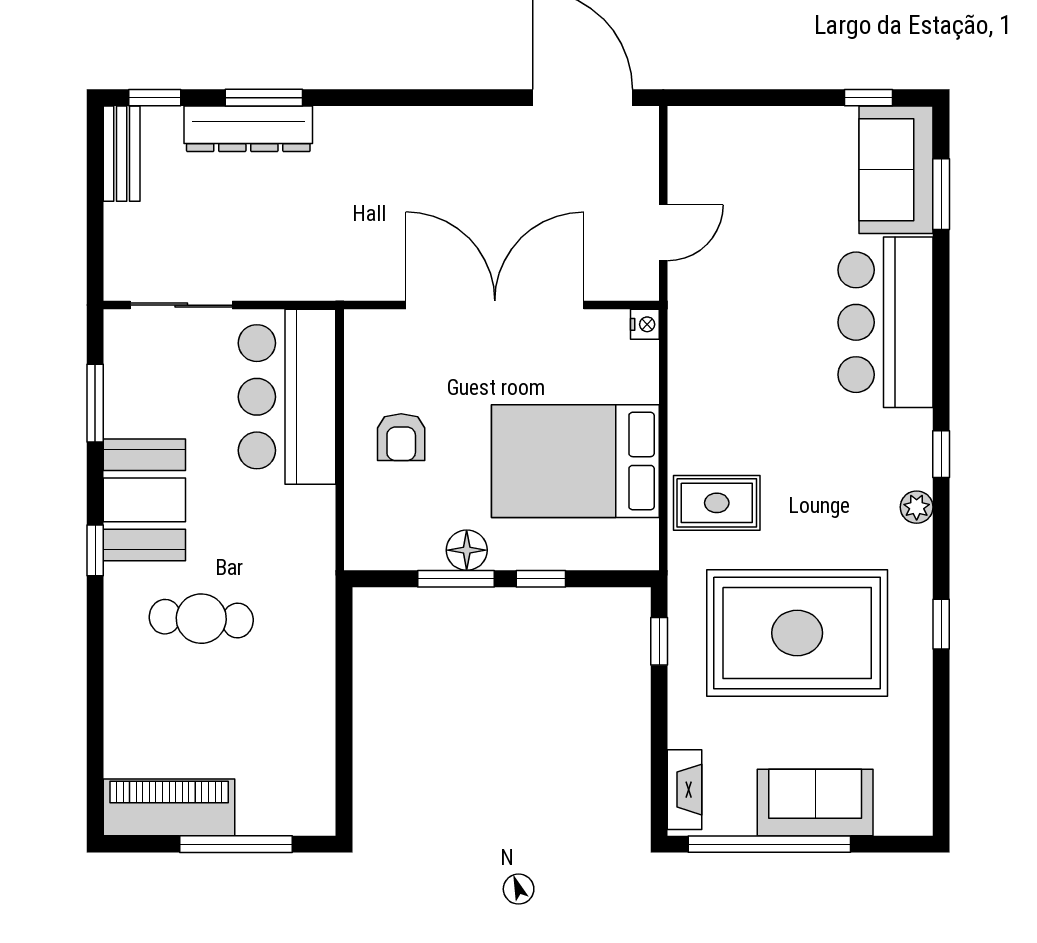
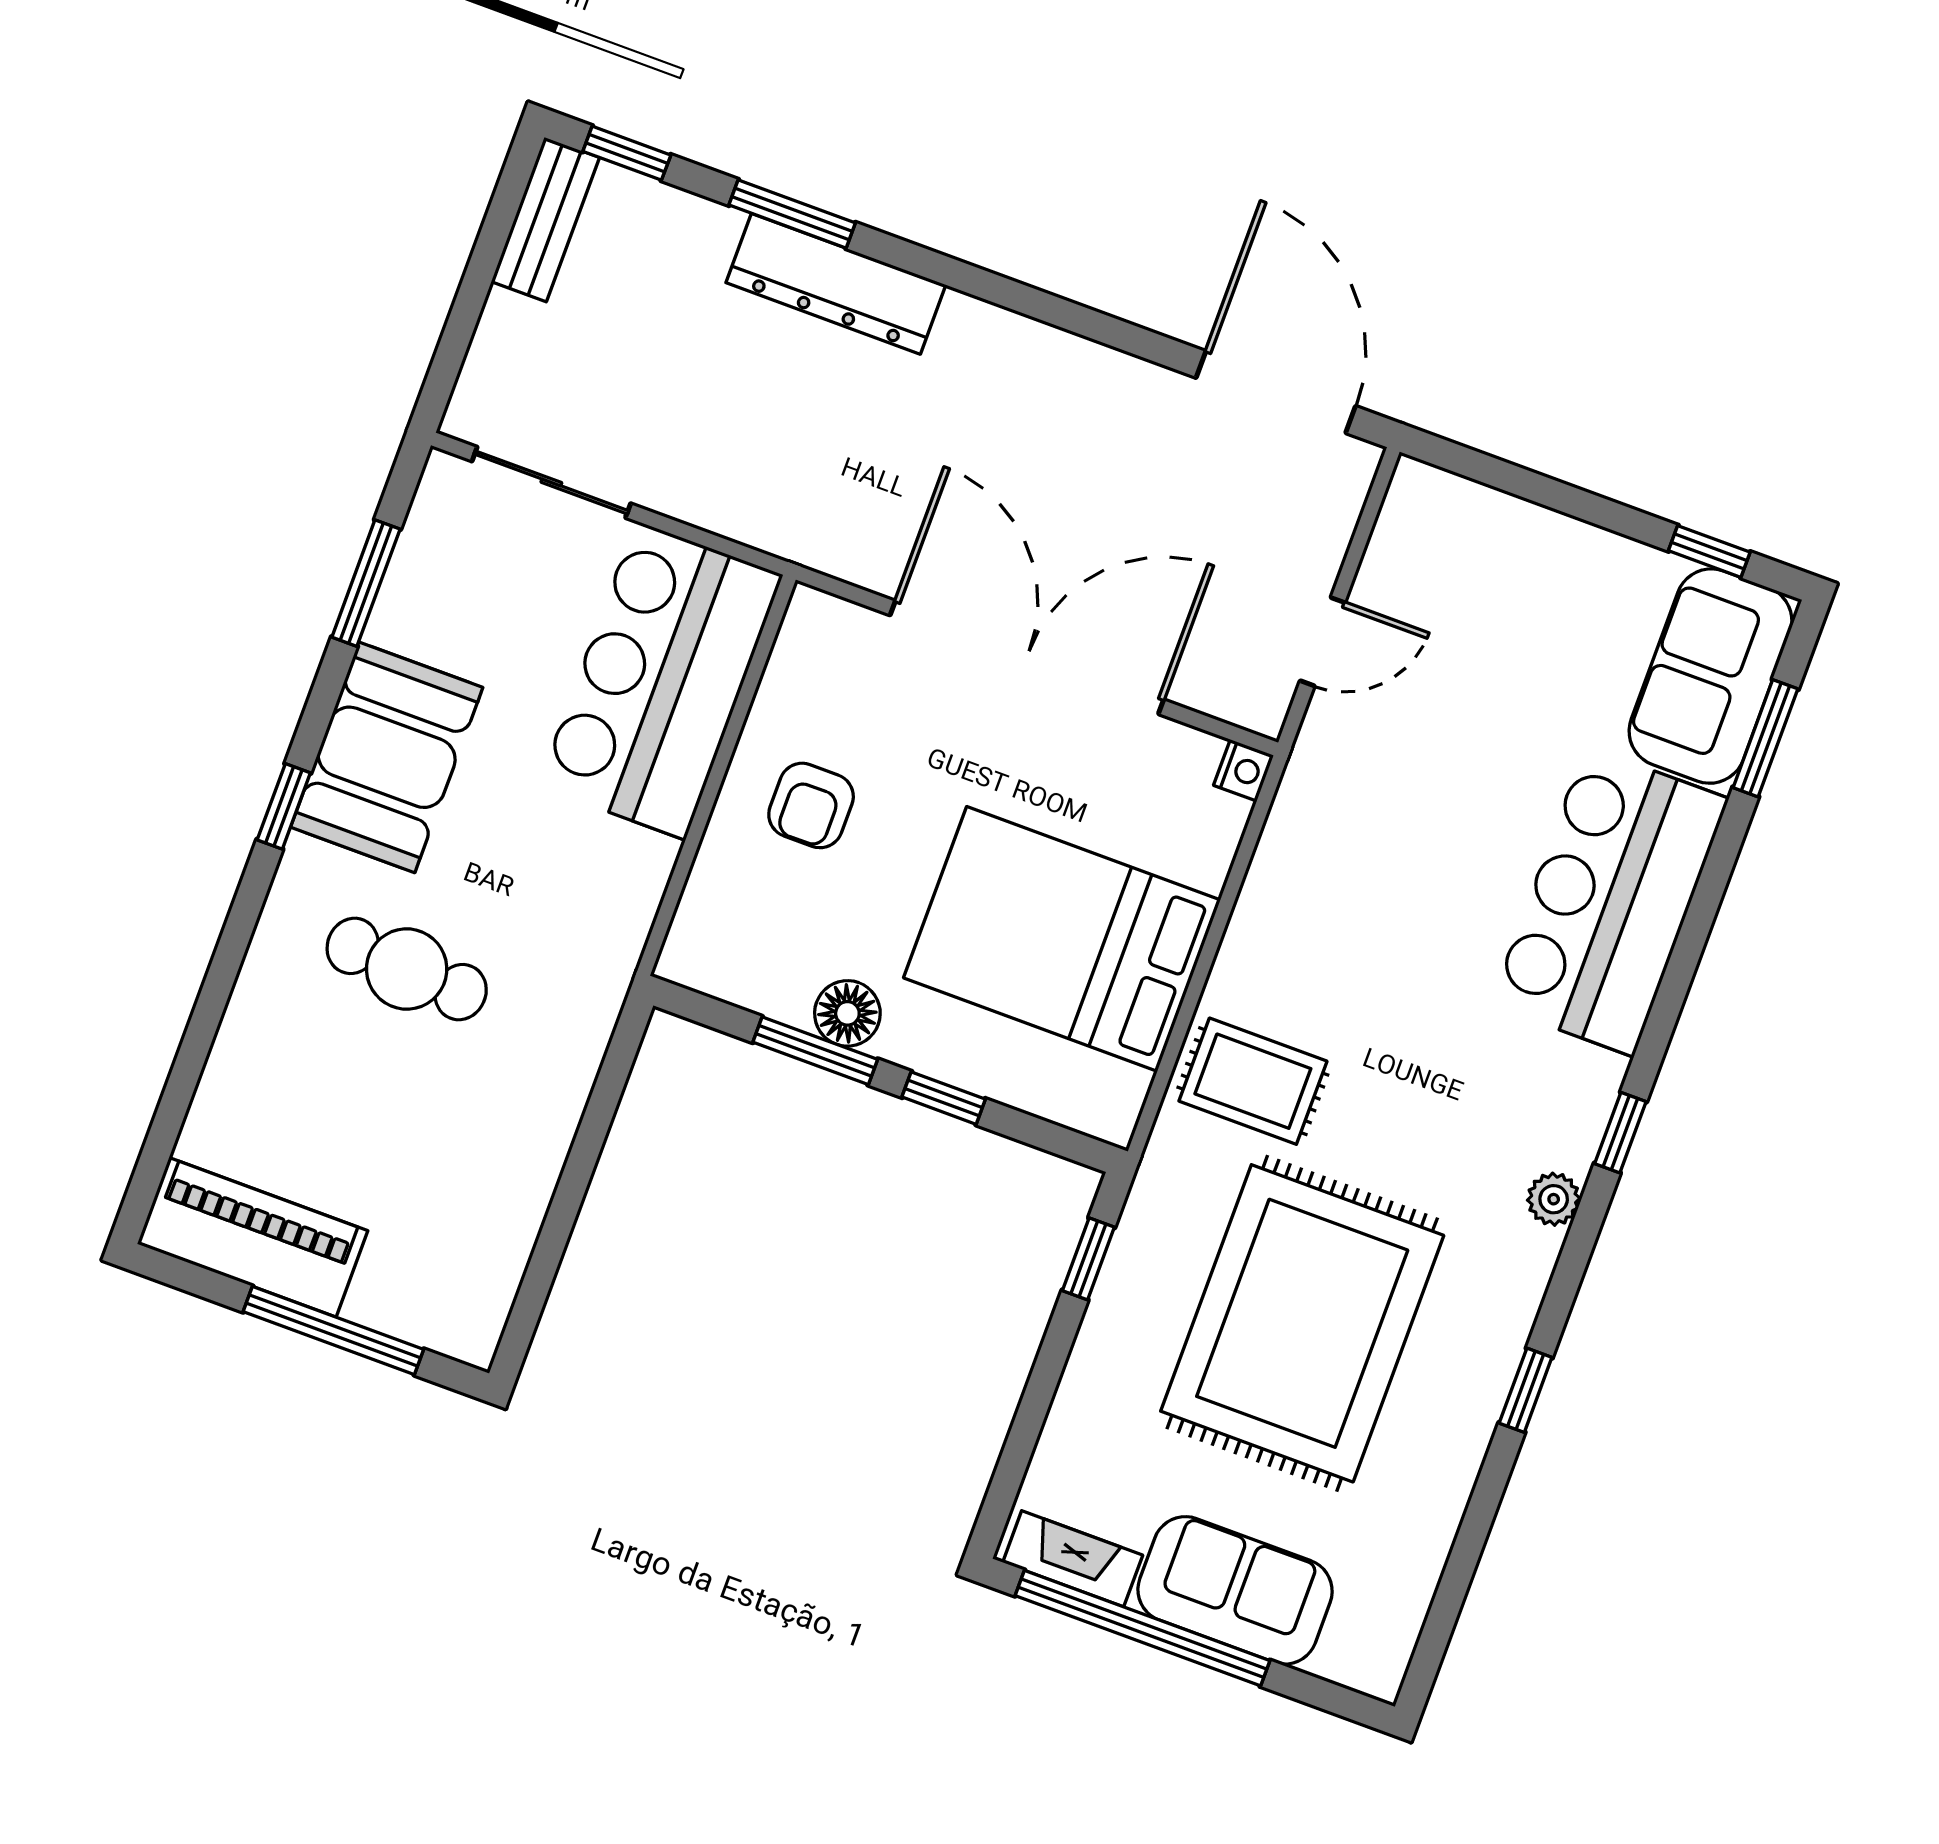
dresser: (248, 129) -> (836, 284), moved
rug: (797, 633) -> (1302, 1323), turned 90
fireplace: (685, 790) -> (1073, 1559), moved, turned -90

